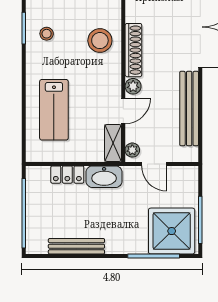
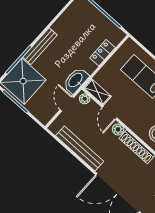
door: (154, 164) -> (67, 104), hinge flipped
washbasin: (104, 177) -> (76, 80), moved
bench: (76, 246) -> (40, 46), moved

